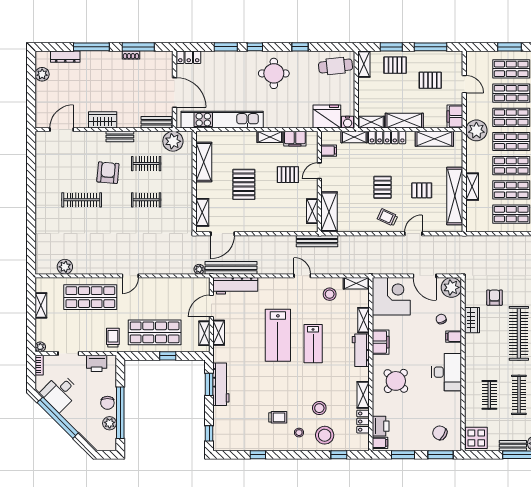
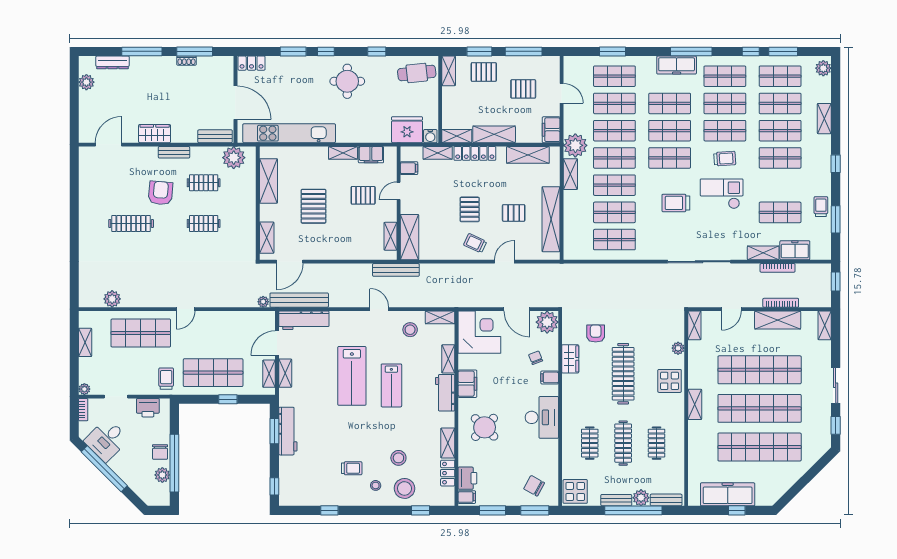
shelving: (472, 187) -> (570, 174), moved

